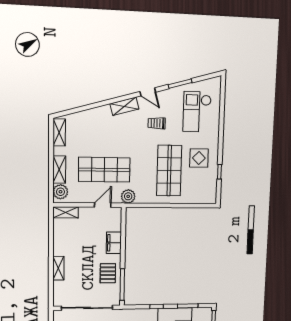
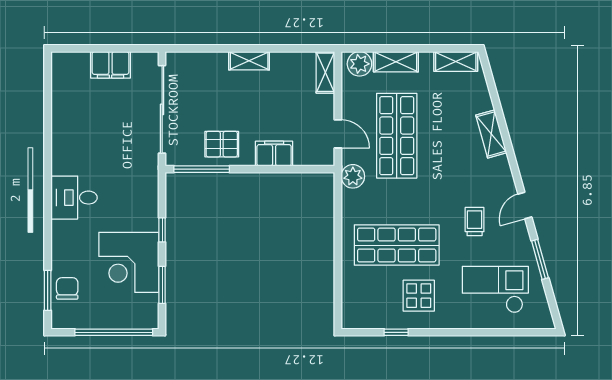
shelving: (124, 106) -> (491, 134), moved
shelving: (58, 268) -> (249, 61), moved

